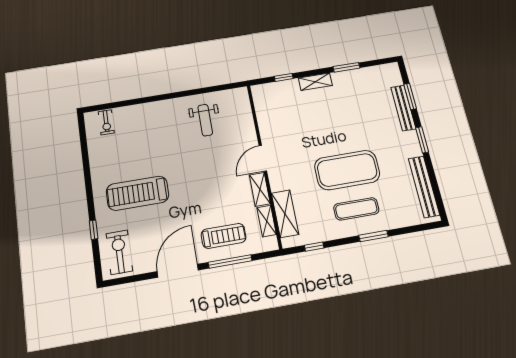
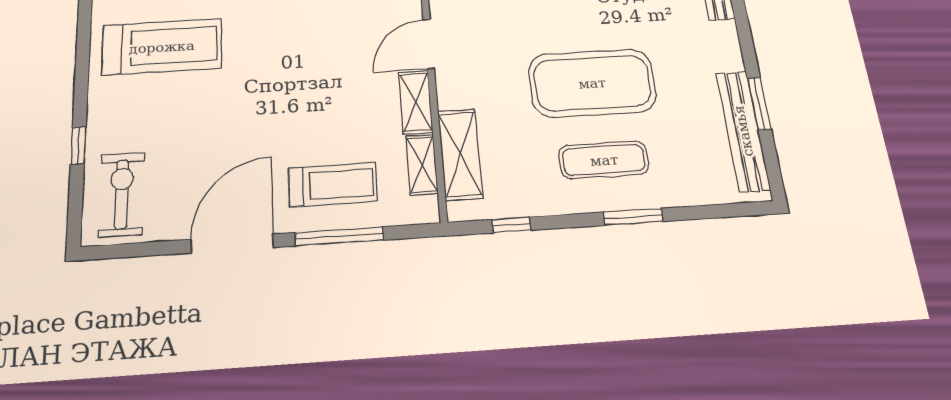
window: (422, 140) -> (759, 104), moved
treadmill: (137, 193) -> (162, 47), moved, turned 180

